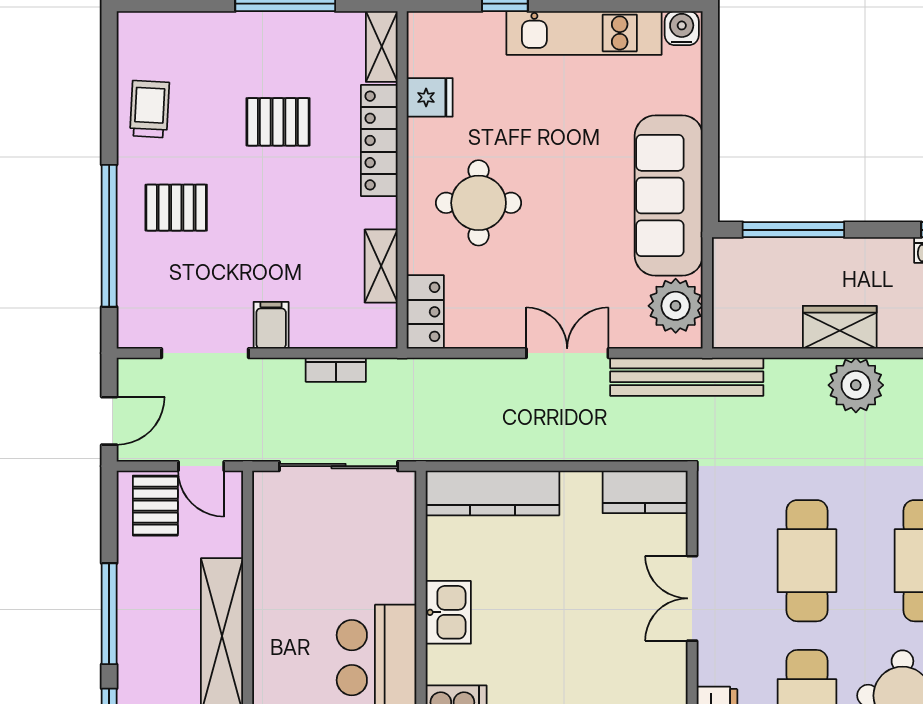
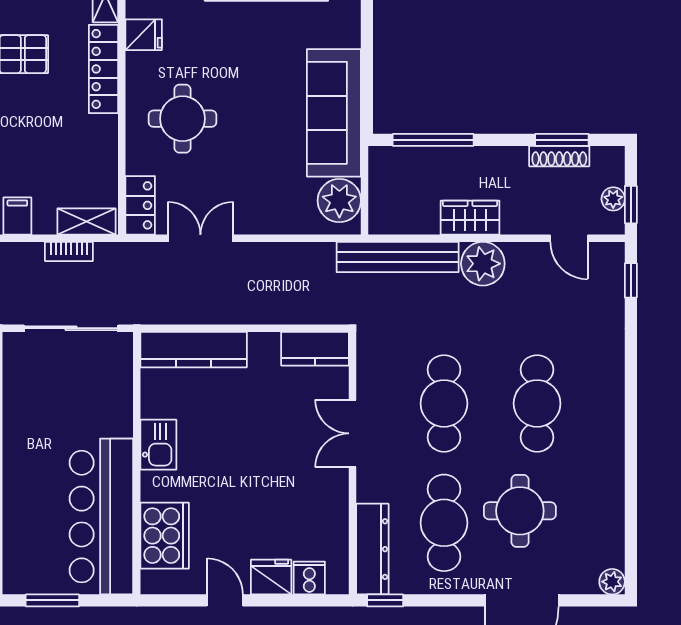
shelving: (381, 266) -> (86, 222), moved, turned 90
double door: (567, 353) -> (200, 238), moved
bench: (687, 377) -> (398, 257), moved

